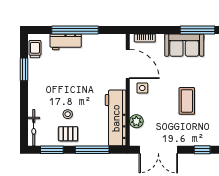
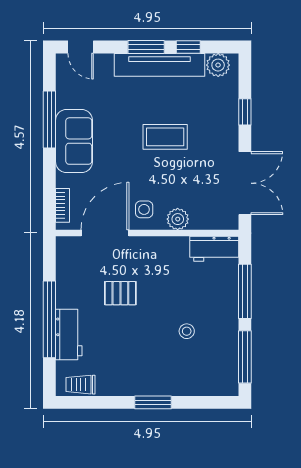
window: (24, 69) -> (153, 402), moved
workbench: (116, 118) -> (214, 249), width x0.53, depth x0.76
plant: (136, 121) -> (178, 219), moved
bicycle: (34, 128) -> (209, 387), removed
pallet: (68, 134) -> (120, 293), moved, turned 90
window: (52, 150) -> (245, 357), width x1.44

